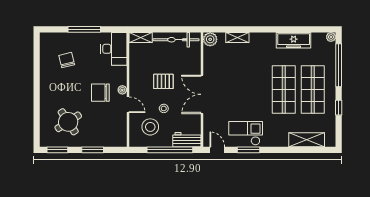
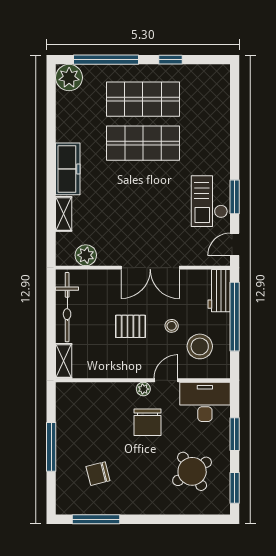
plant: (331, 37) -> (69, 78), width x1.88, depth x1.88
plant: (210, 39) -> (86, 255), moved
freezer: (294, 40) -> (68, 169), moved
desk: (114, 49) -> (205, 402), moved
window: (37, 59) -> (96, 519), added
pallet: (163, 81) -> (130, 326), turned 90
shelving: (307, 140) -> (219, 108), removed

